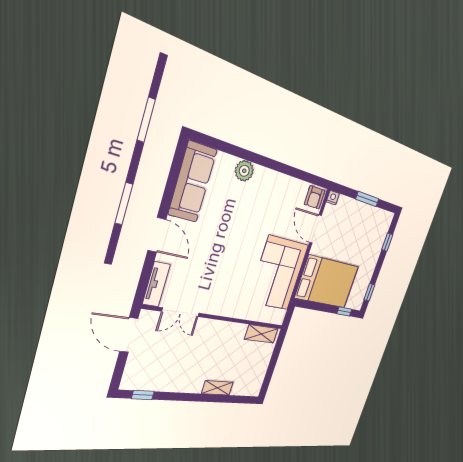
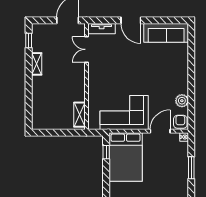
plant: (244, 171) -> (182, 101), moved
armchair: (315, 197) -> (180, 122), turned 90
door: (157, 235) -> (131, 20), hinge flipped
window: (344, 312) -> (106, 152), moved
shelving: (217, 388) -> (37, 64), moved

